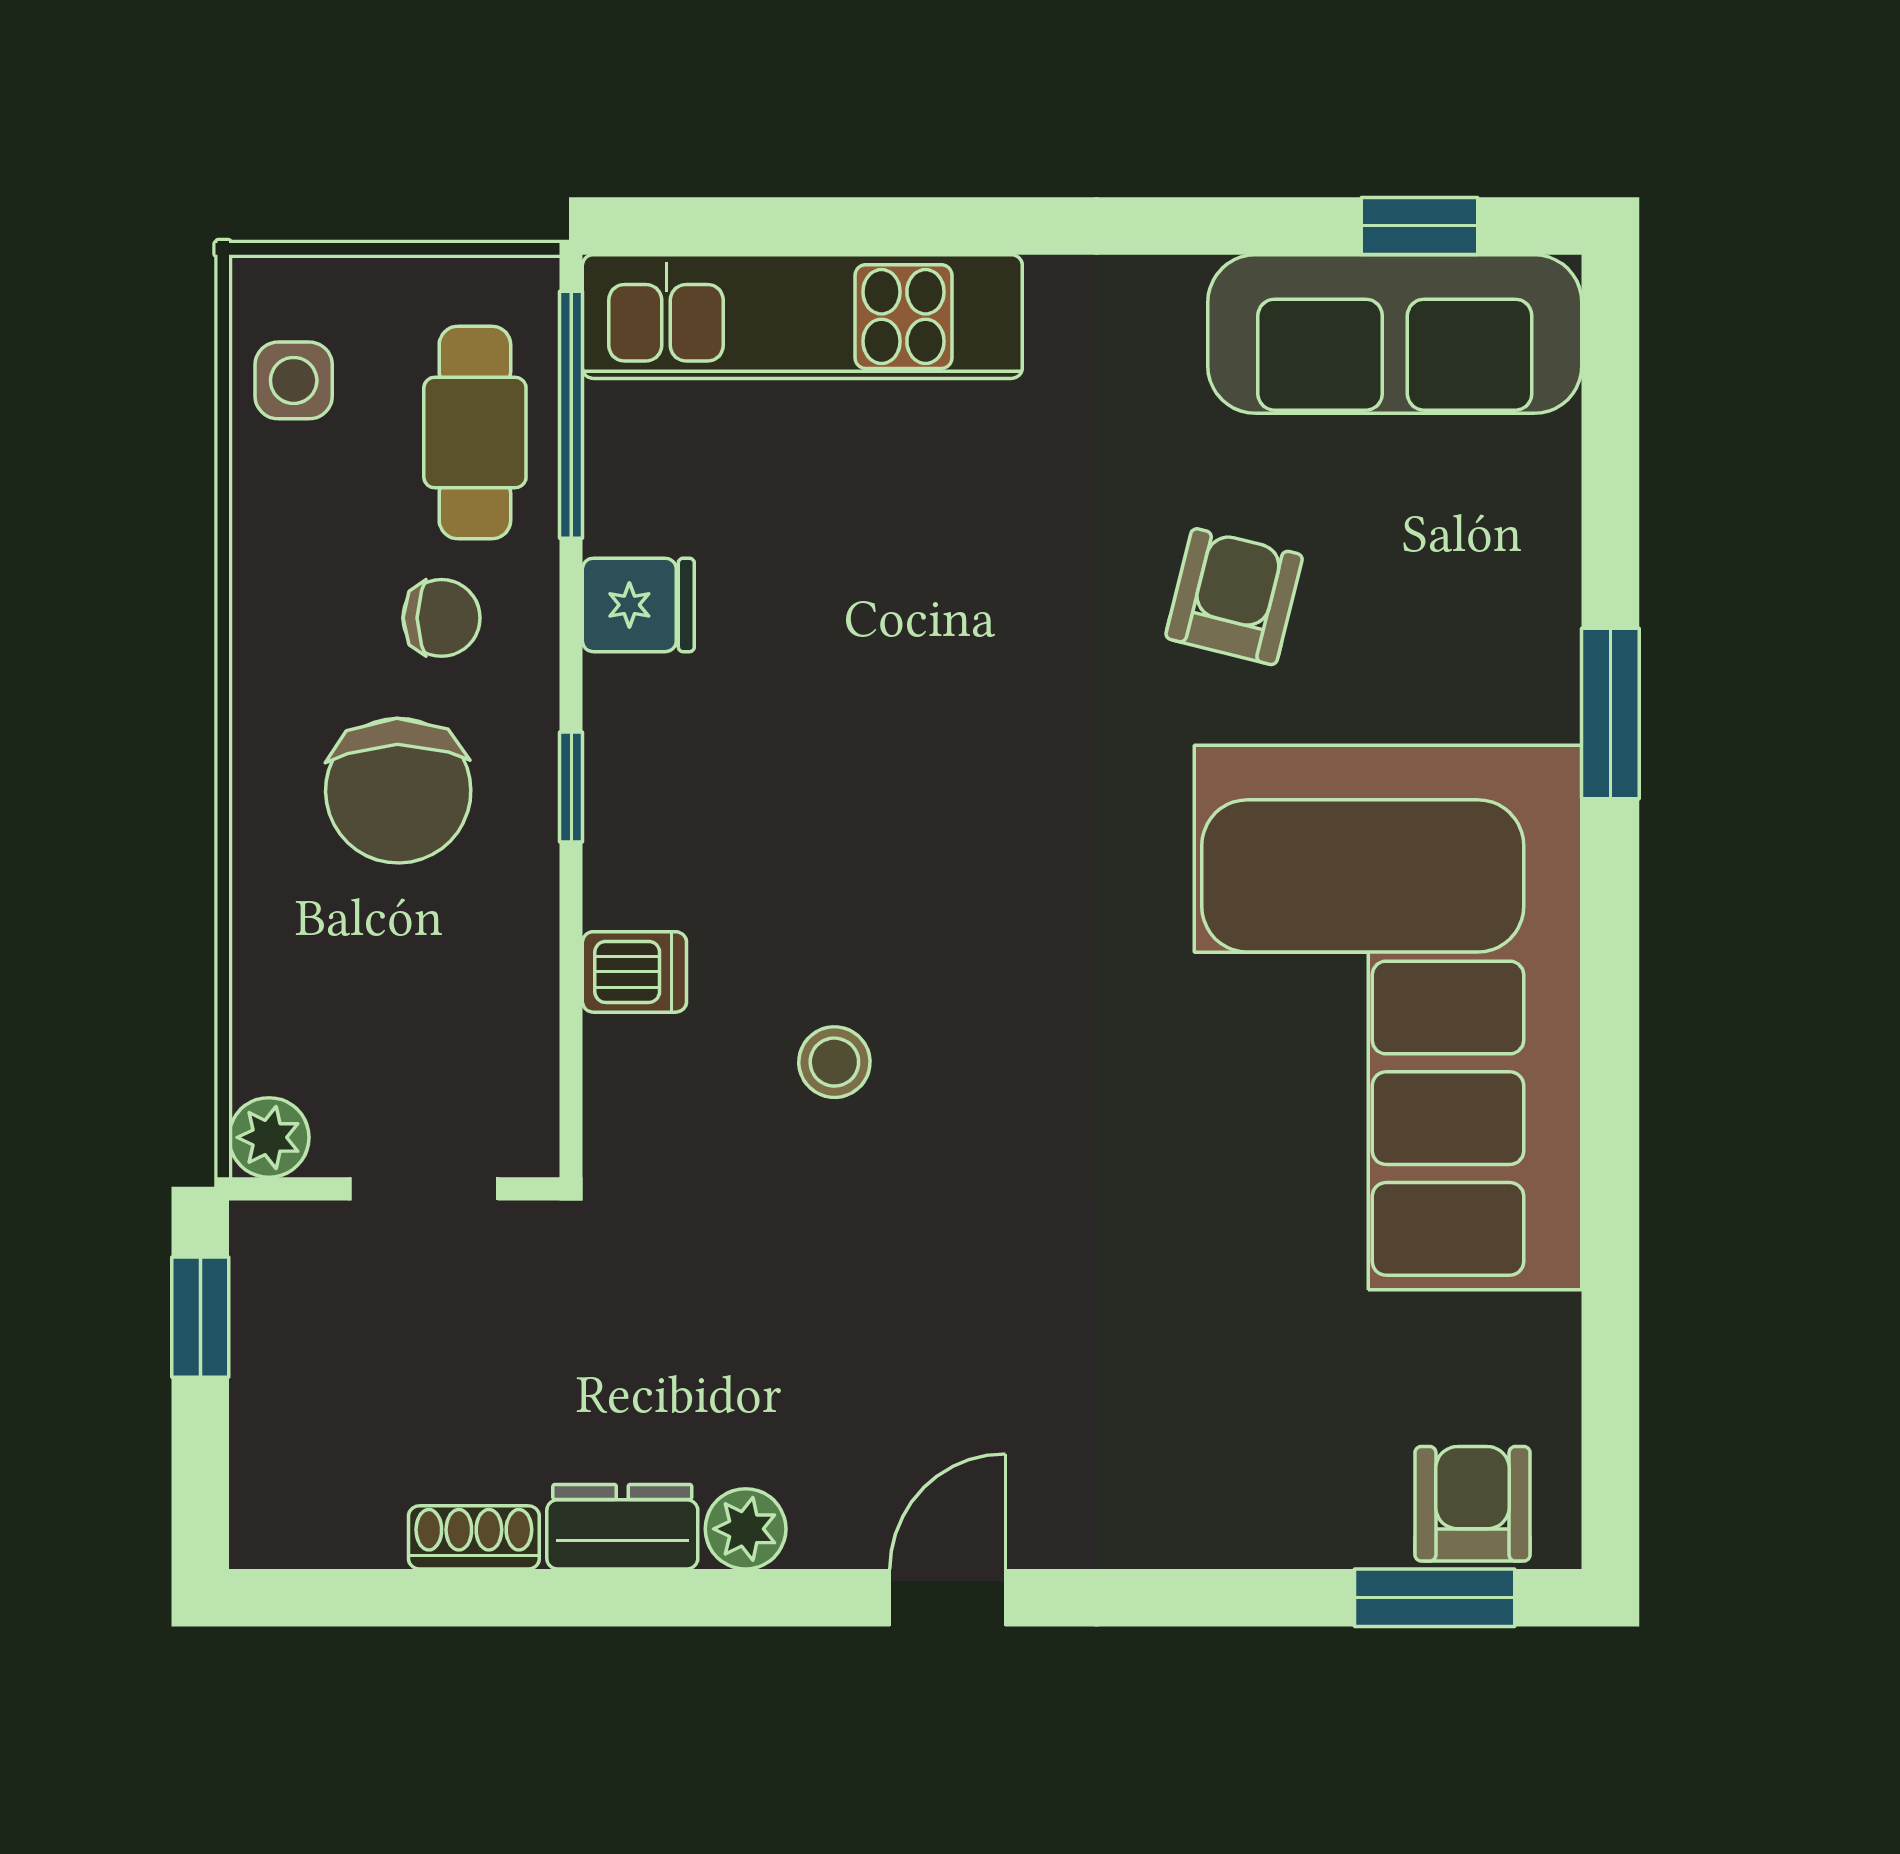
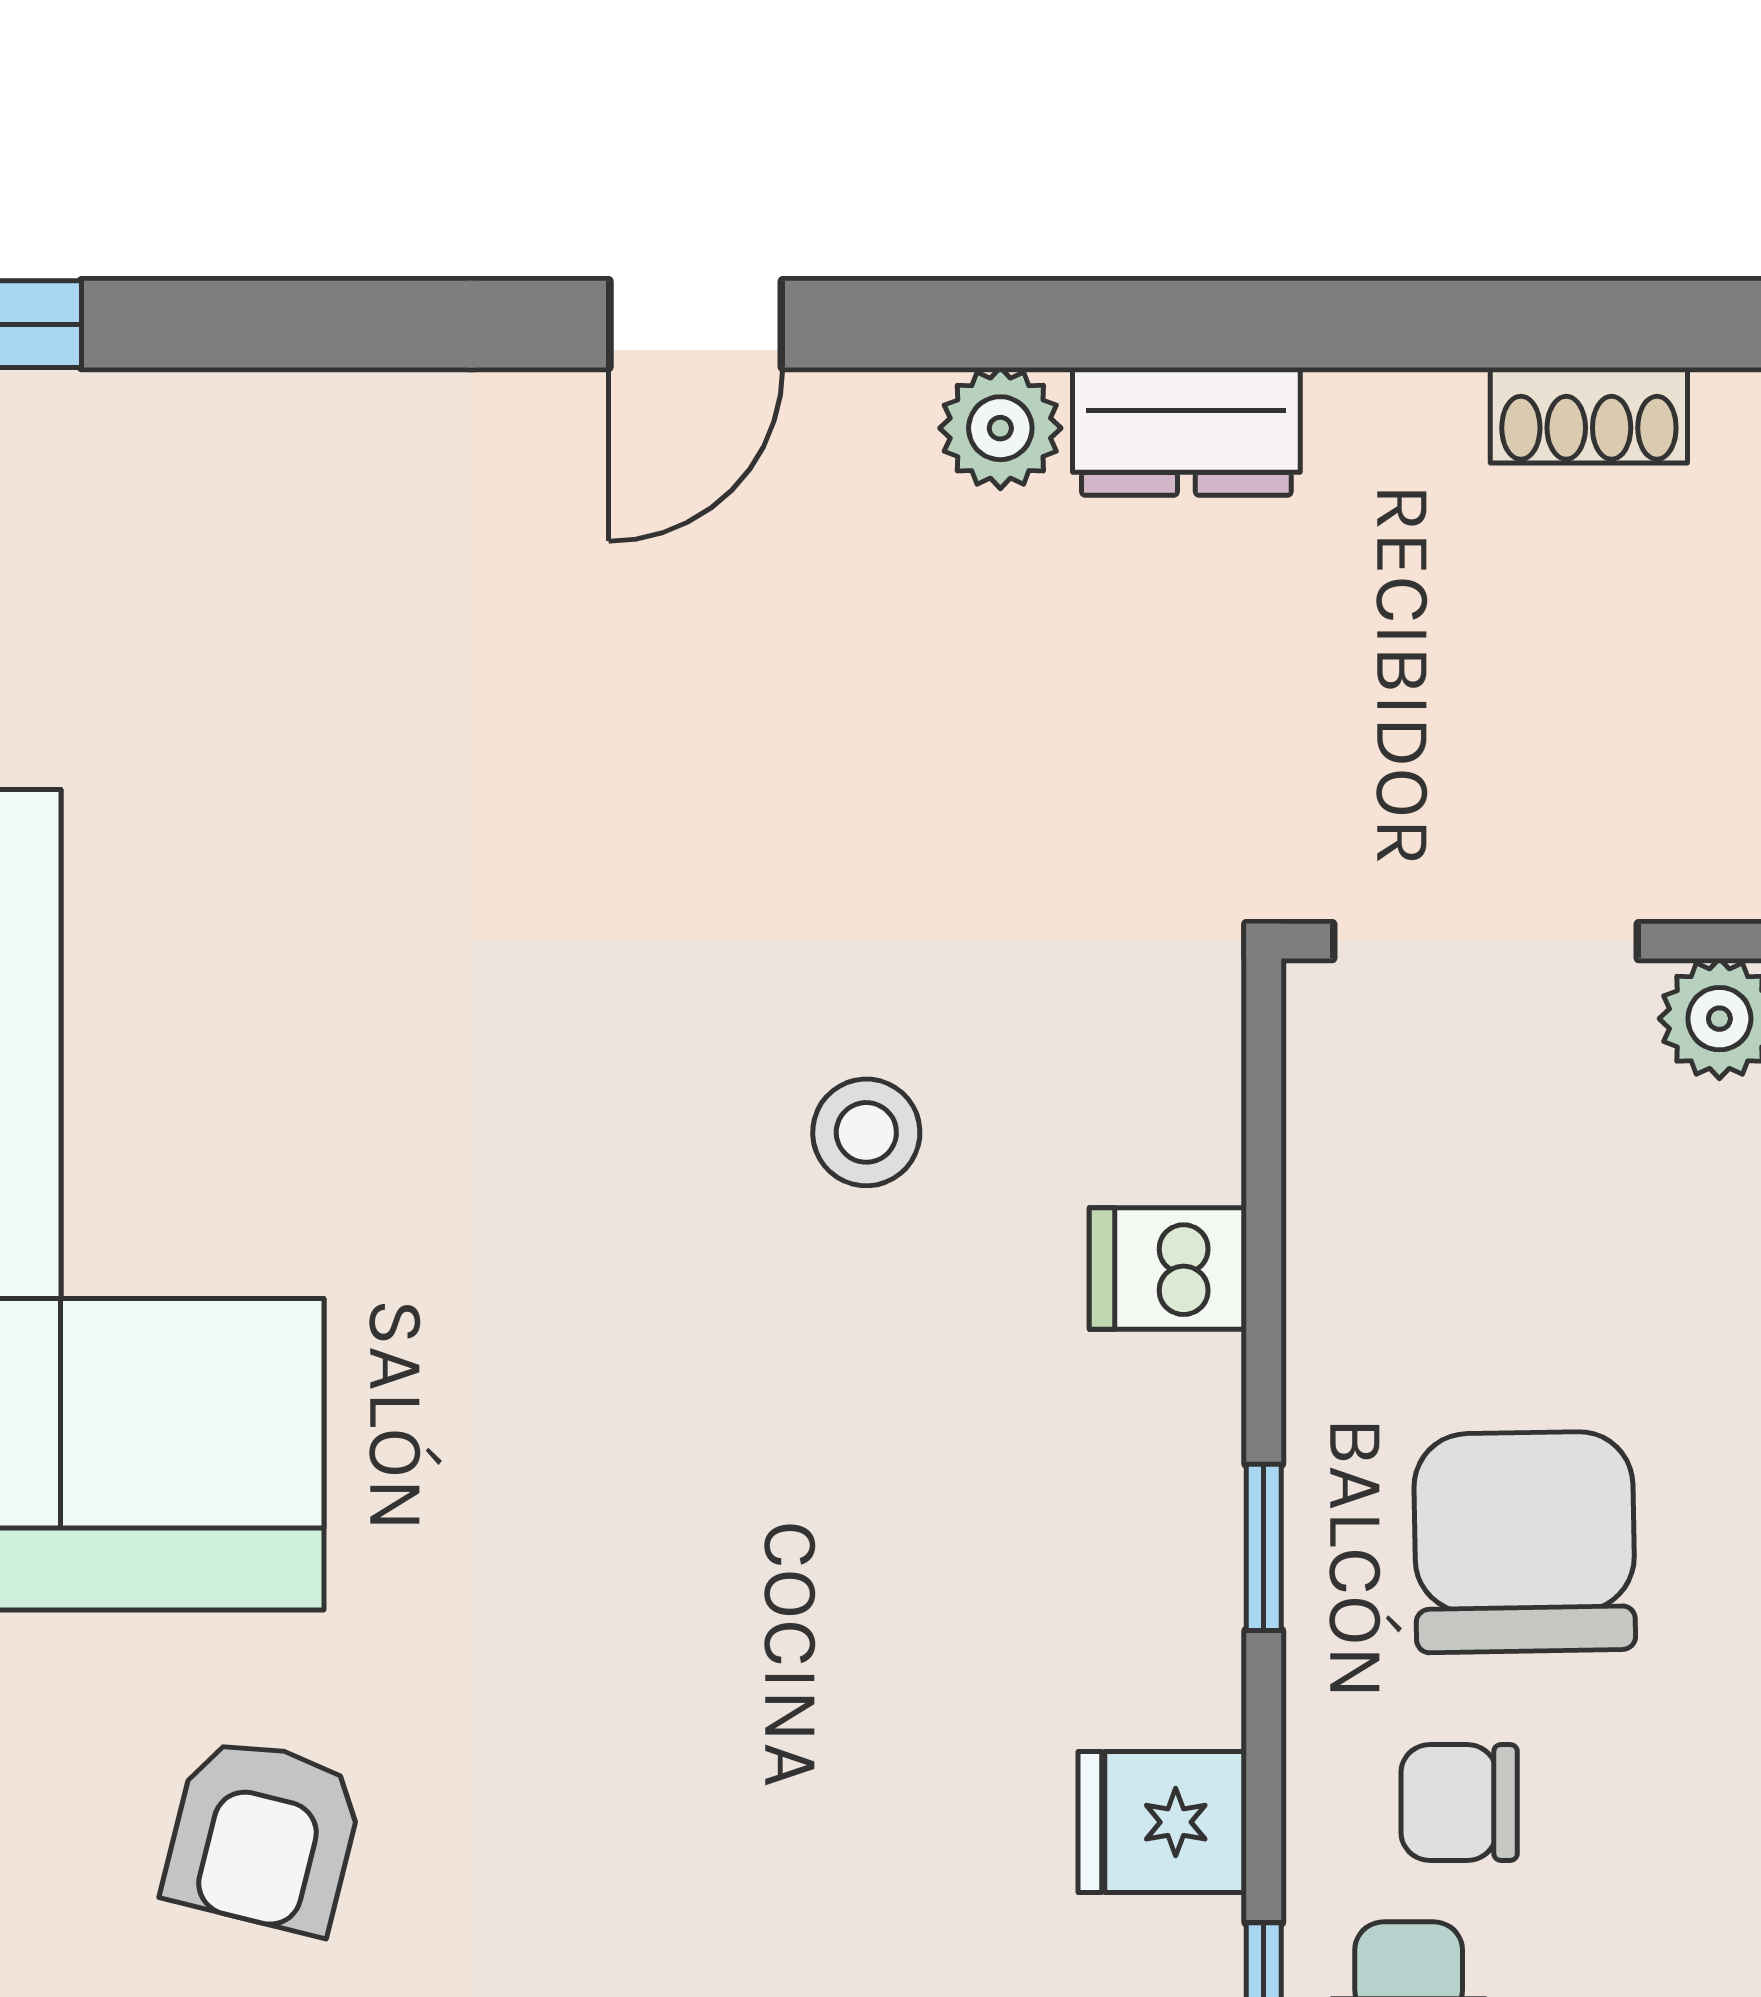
doorway: (424, 1189) -> (1485, 941), width x1.38
shoe rack: (474, 1537) -> (1589, 415), moved

